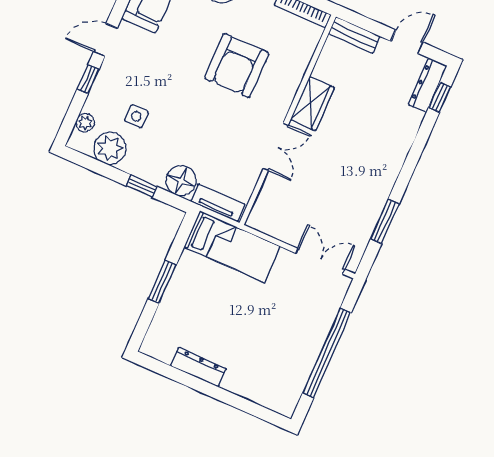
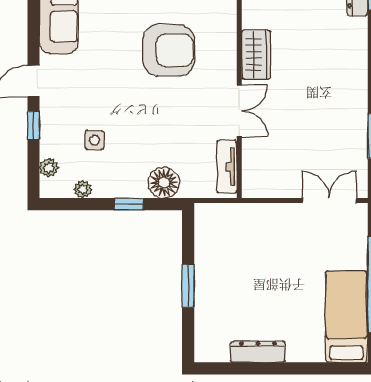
armchair: (237, 66) -> (168, 50), turned -90
plant: (110, 148) -> (83, 189), width x0.53, depth x0.53
tv unit: (218, 203) -> (227, 167), moved, turned -90
bed: (232, 247) -> (346, 317), moved, turned -90

